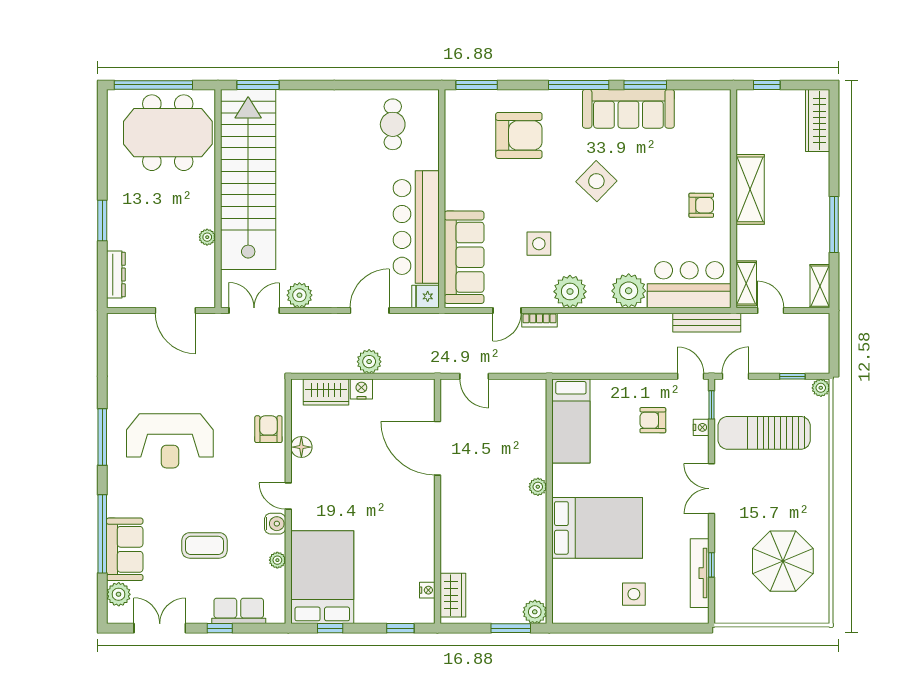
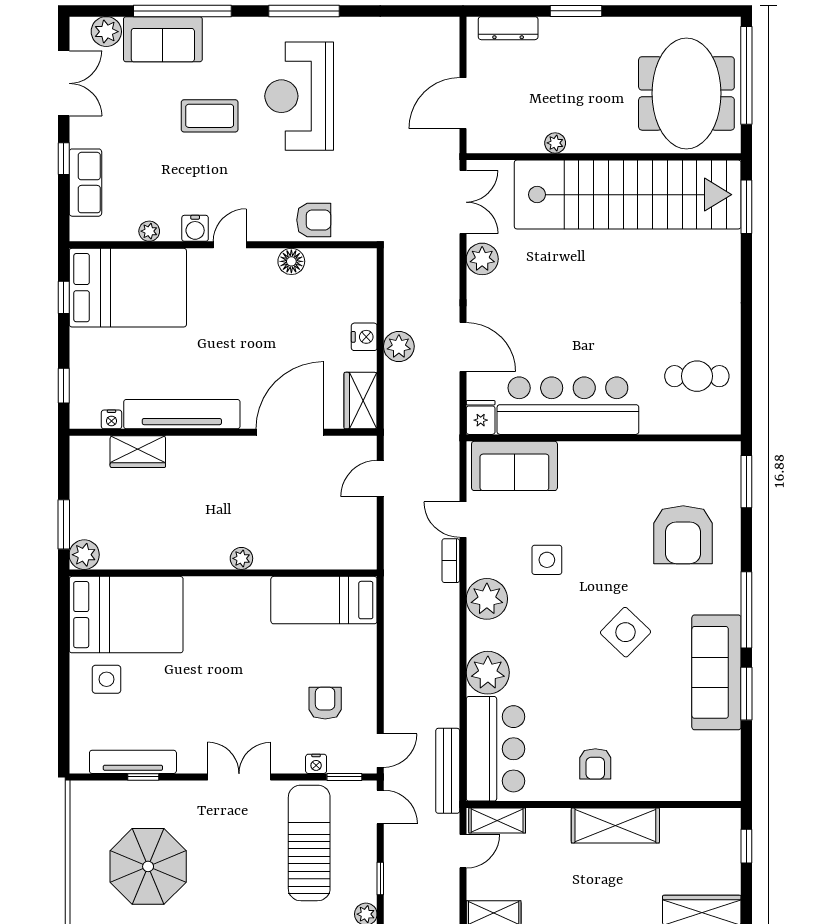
sofa: (464, 257) -> (514, 466), width x0.73
wardrobe: (326, 392) -> (360, 401), moved
bed: (597, 528) -> (126, 615), moved, turned -90
tv unit: (423, 534) -> (182, 414), added
coffee table: (204, 545) -> (210, 116), moved, turned 90
wardrobe: (453, 595) -> (138, 452), moved

